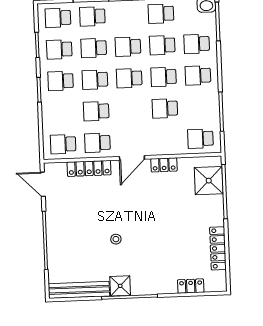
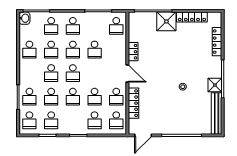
school desk: (61, 81) -> (95, 120), moved
shower: (209, 181) -> (166, 21), moved
locker: (191, 286) -> (217, 42), width x1.53

